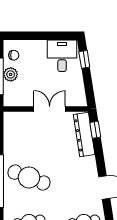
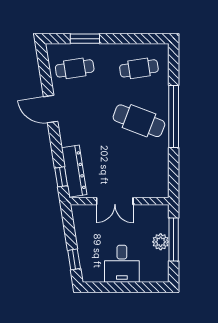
chair: (14, 55) -> (157, 264), removed
desk: (62, 56) -> (122, 264), moved

